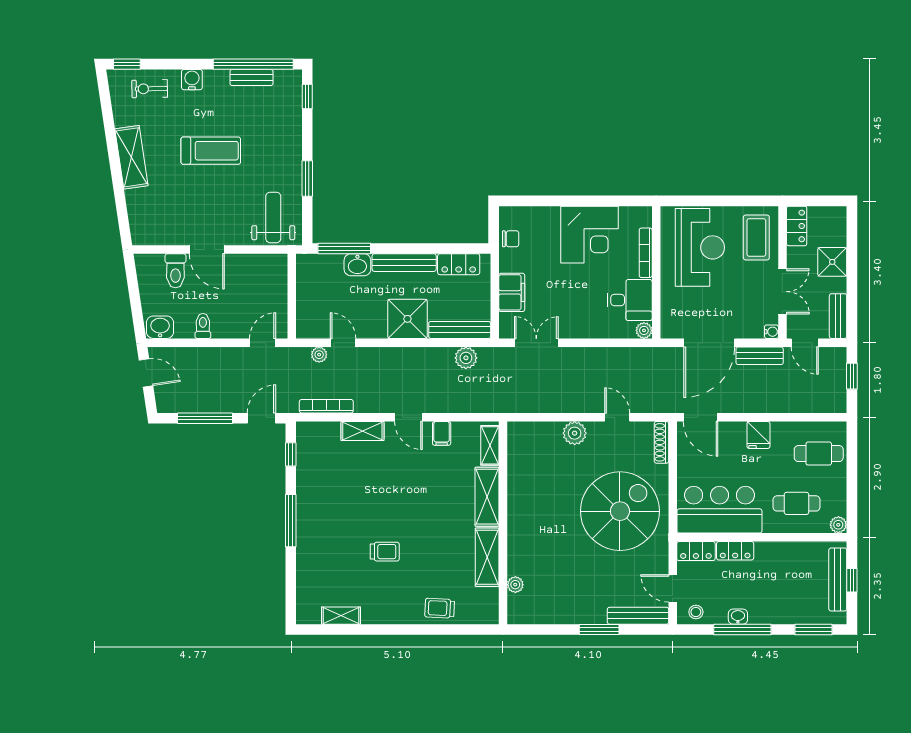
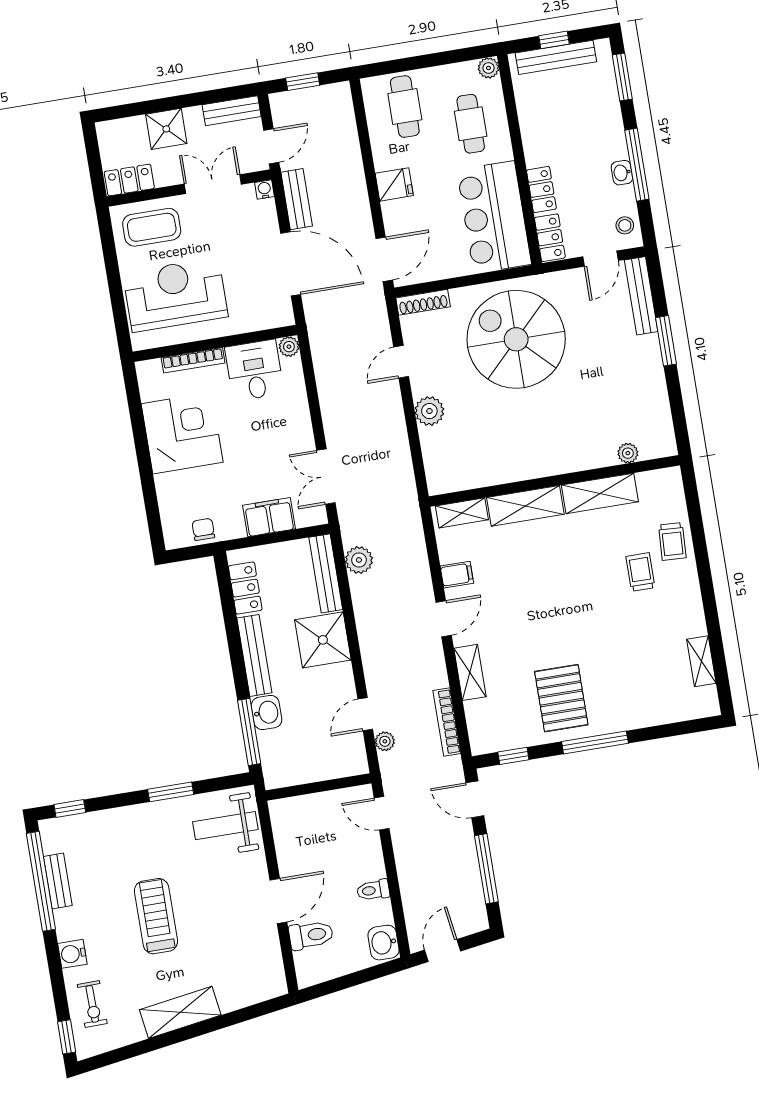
pallet: (330, 500) -> (561, 698), added
trolley: (385, 552) -> (640, 572), moved

